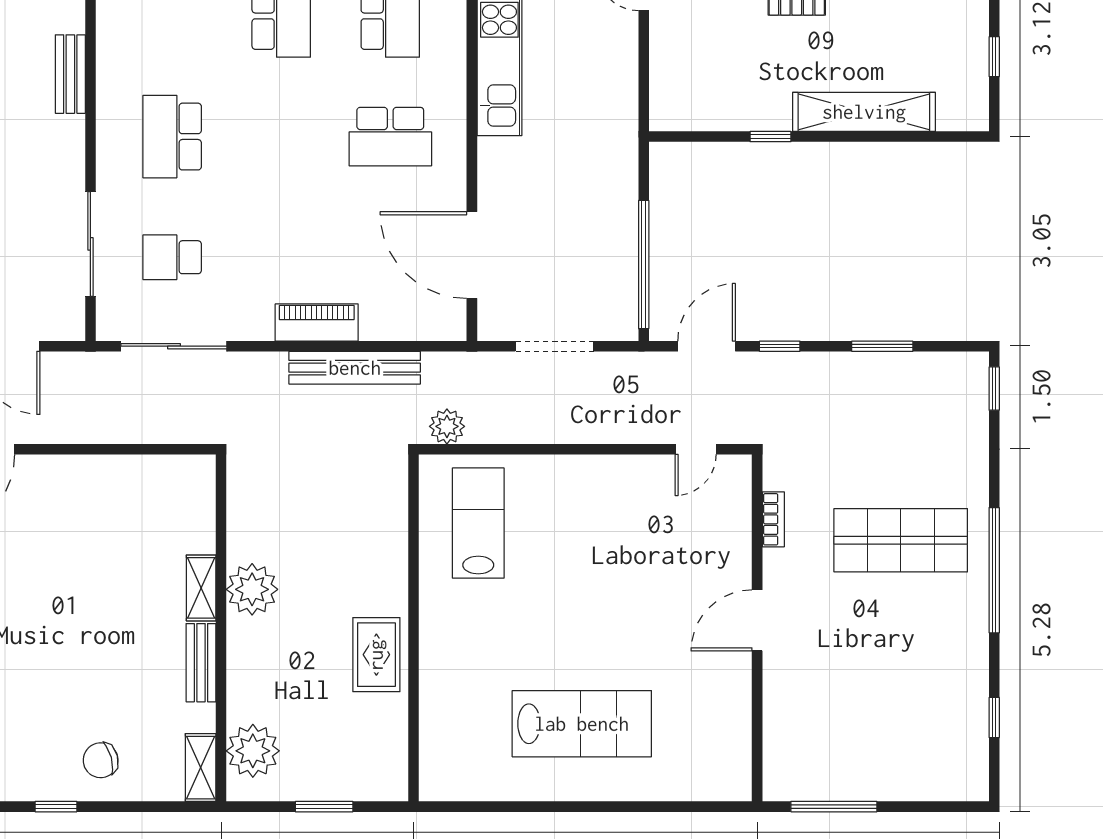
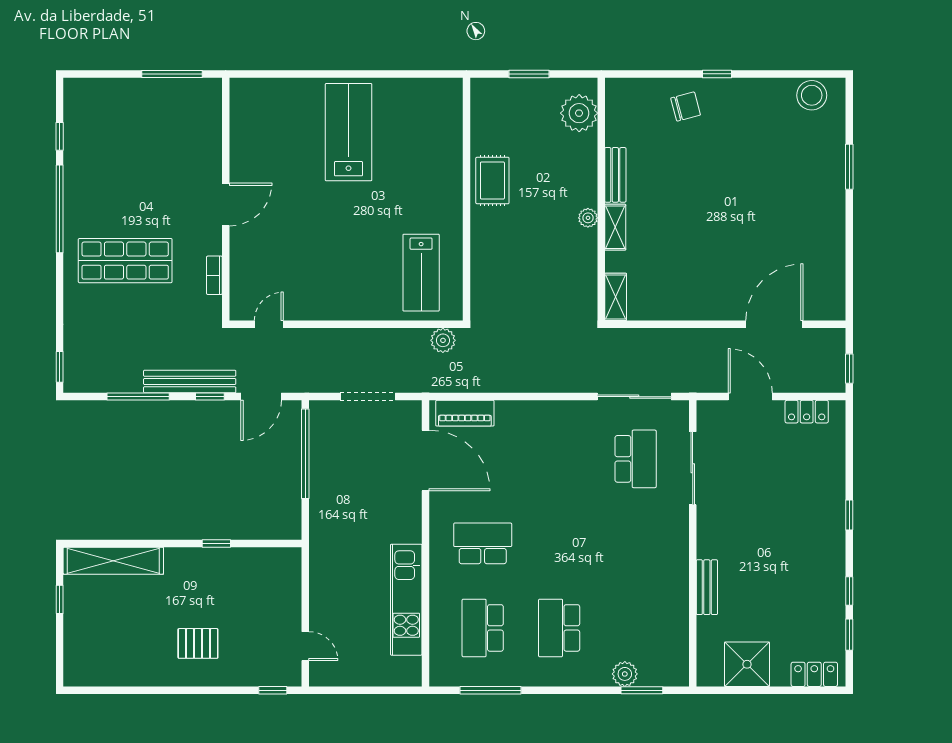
shelving: (864, 112) -> (113, 561), moved
school desk: (172, 137) -> (636, 543), removed
school desk: (172, 257) -> (636, 459), width x1.85
piano: (317, 322) -> (465, 413), moved
window: (882, 346) -> (138, 397), width x1.44
bench: (355, 368) -> (190, 382), moved
window: (994, 570) -> (60, 209), moved
plant: (252, 589) -> (588, 218), width x0.53, depth x0.53
lab bench: (582, 724) -> (349, 132), turned 90
shelving: (201, 768) -> (616, 297), moved

